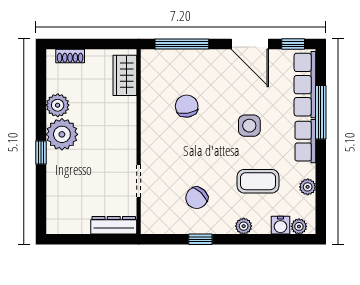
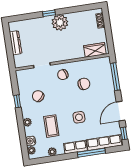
plant: (58, 105) -> (74, 18), removed
chair: (163, 144) -> (63, 75), added
dresser: (114, 225) -> (16, 43), moved

